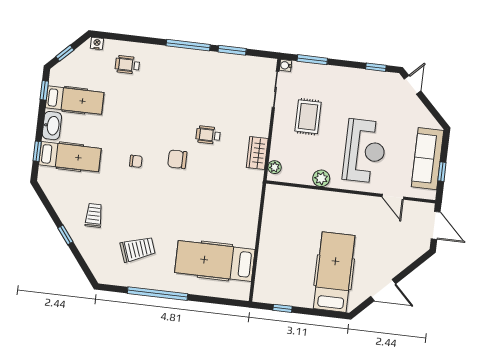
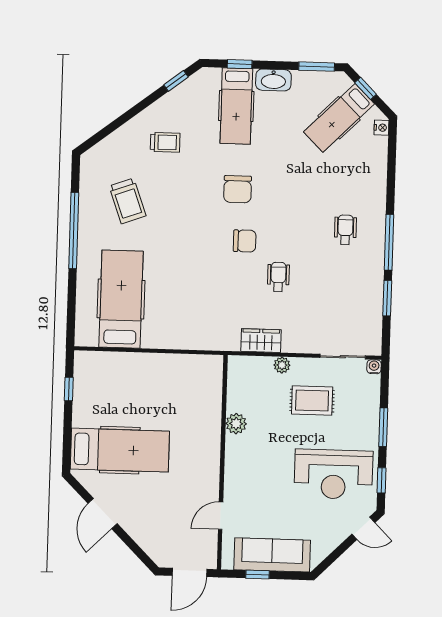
window: (312, 60) -> (383, 427), moved
wheelchair: (127, 65) -> (345, 230), moved
window: (44, 90) -> (317, 67), width x1.50
hospital bed: (75, 100) -> (339, 118), moved, turned 45
reception desk: (365, 151) -> (333, 474), moved
chair: (177, 159) -> (245, 241), turned 90
chair: (136, 161) -> (238, 189), width x1.87, depth x1.87
plant: (275, 167) -> (282, 365), moved
window: (65, 235) -> (176, 81), moved

